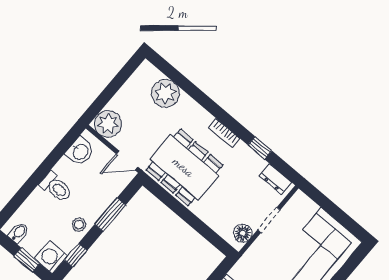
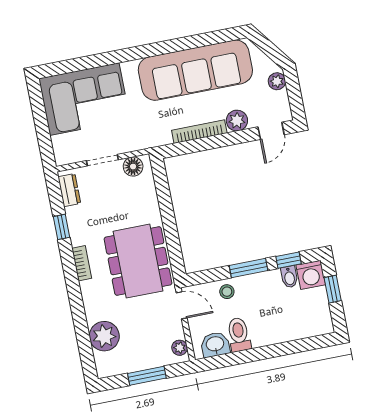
window: (112, 89) -> (147, 376), added
plant: (108, 124) -> (180, 348), width x0.53, depth x0.53
toilet: (56, 187) -> (239, 335), moved
window: (110, 215) -> (249, 268), moved
stool: (79, 225) -> (227, 292), moved
bidet: (19, 233) -> (289, 277), moved, turned -90

